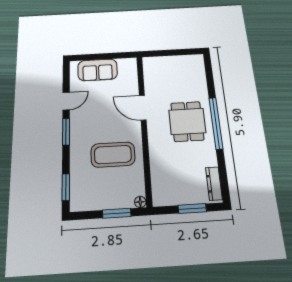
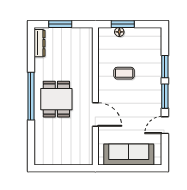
sofa: (98, 70) -> (129, 154), width x1.36
coffee table: (113, 155) -> (124, 73), width x0.54, depth x0.58
window: (66, 187) -> (165, 67), moved
floor lamp: (140, 202) -> (119, 32), moved

